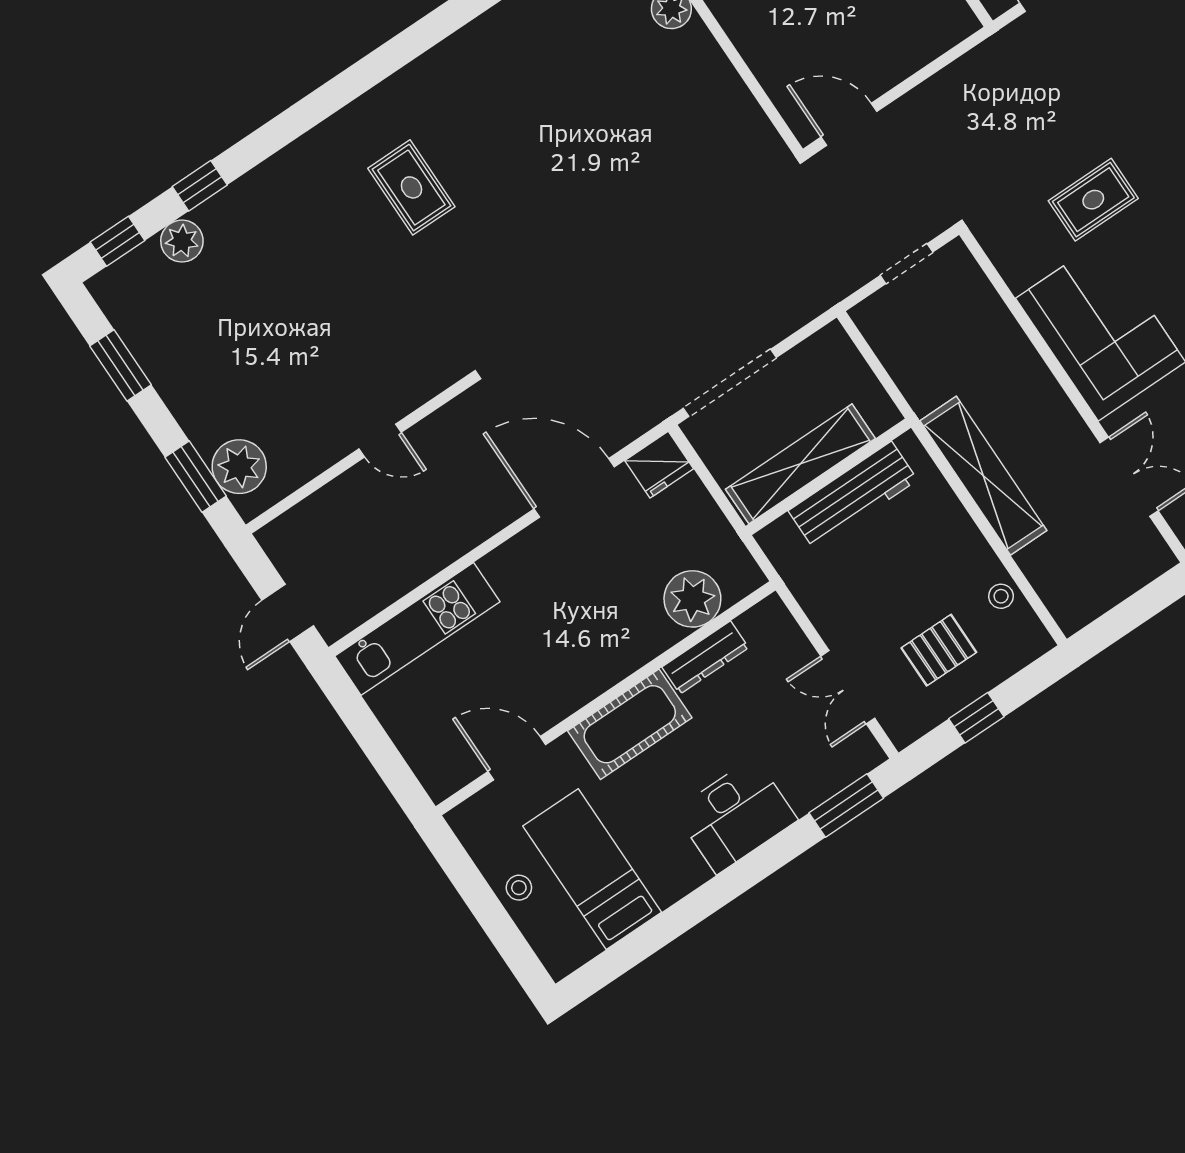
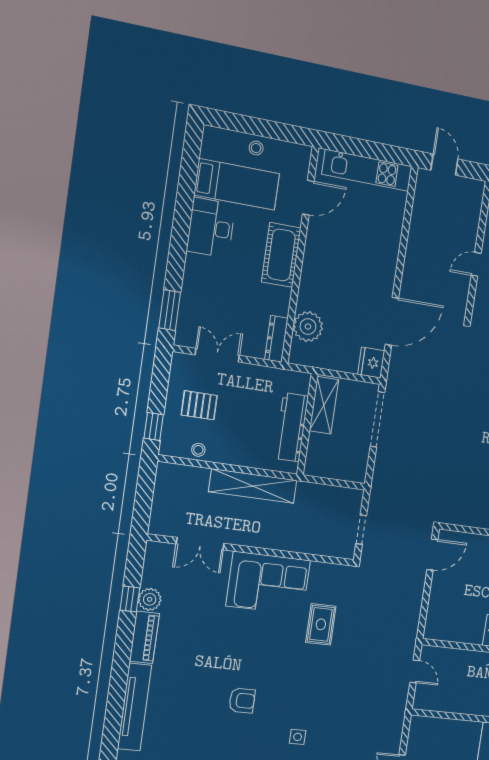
shelving: (800, 464) -> (324, 405), width x0.68
kitchen unit: (417, 629) -> (367, 170), moved, turned -90
pallet: (939, 650) -> (199, 405), turned 90
dresser: (705, 657) -> (276, 339), moved
window: (976, 718) -> (154, 426), moved
desk: (736, 815) -> (211, 228), moved

